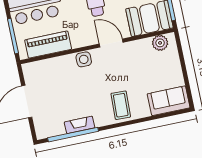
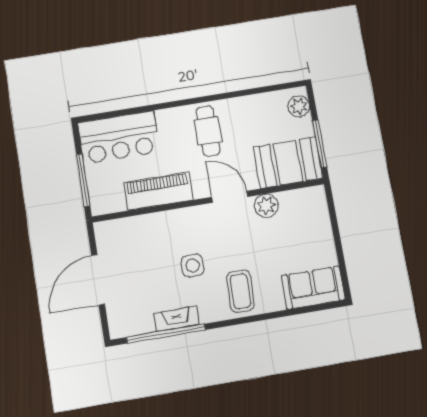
plant: (160, 43) -> (266, 206), moved
piano: (48, 45) -> (158, 191), moved
side table: (84, 59) -> (193, 265), moved

